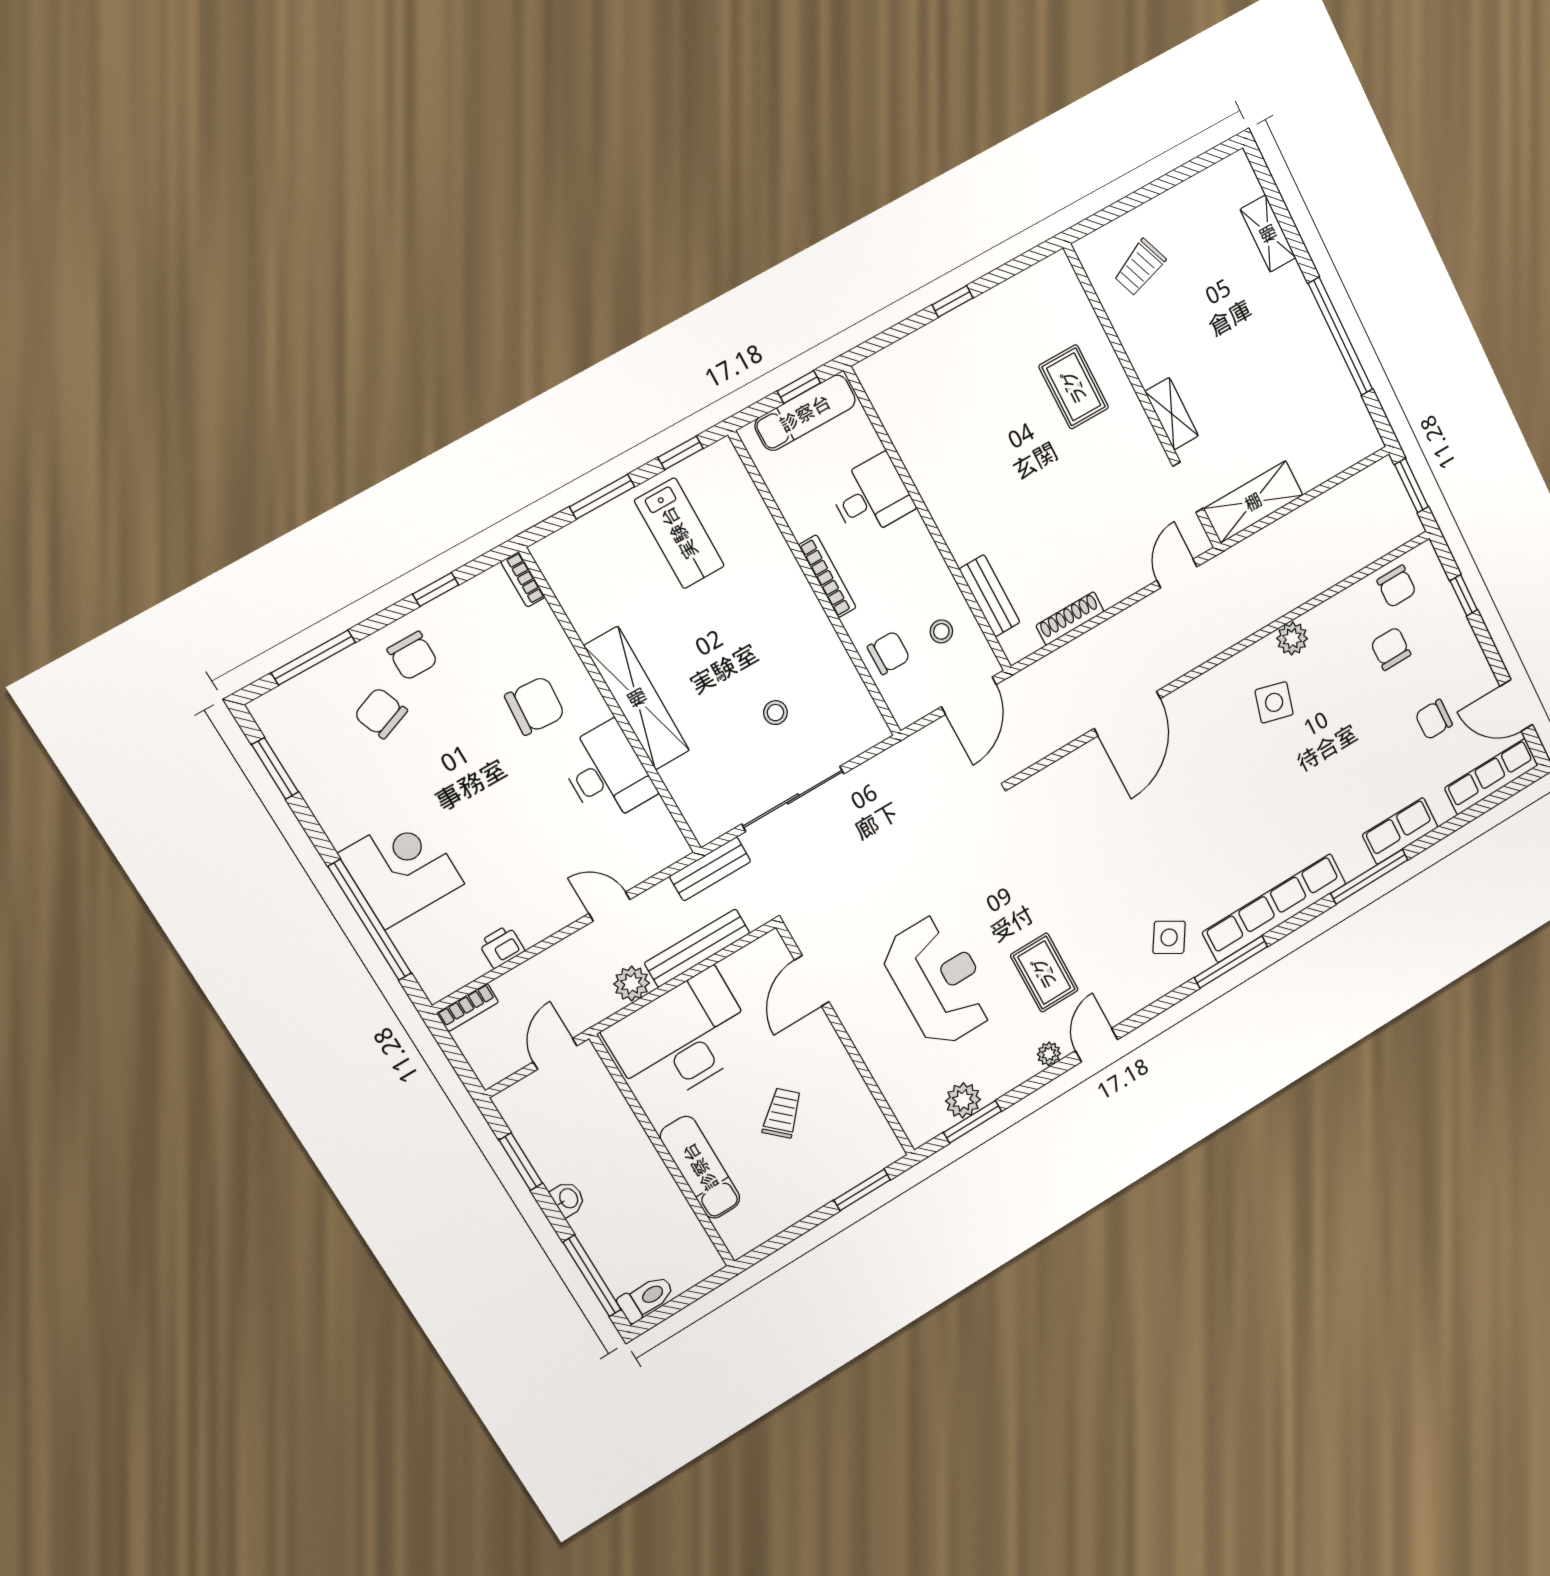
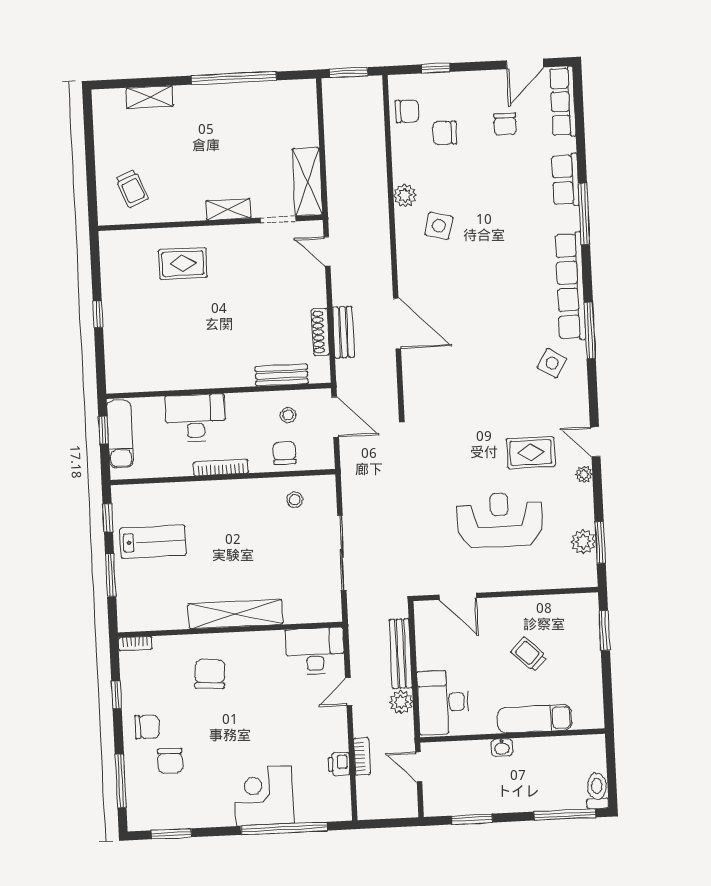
desk: (871, 496) -> (195, 418), width x1.37
chair: (381, 713) -> (170, 761), turned -69
stool: (775, 713) -> (295, 500), moved
desk: (607, 773) -> (315, 651), moved
bench: (710, 869) -> (343, 332), moved
bookcase: (468, 1007) -> (362, 756), moved
desk: (681, 1039) -> (443, 702), width x0.73, depth x0.77
washbasin: (568, 1199) -> (502, 747), moved, turned 180

